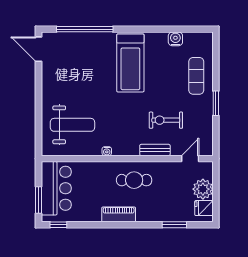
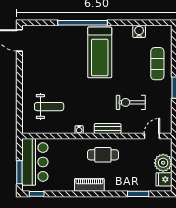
window: (85, 29) -> (82, 23), moved
weight bench: (72, 125) -> (49, 107), width x0.73, depth x0.75
bench: (155, 150) -> (108, 129), moved

